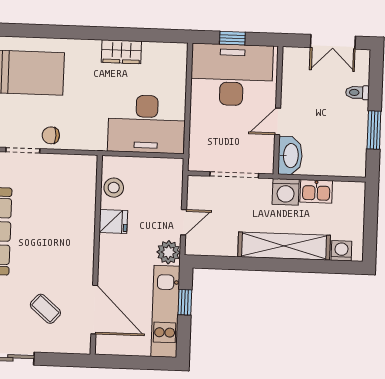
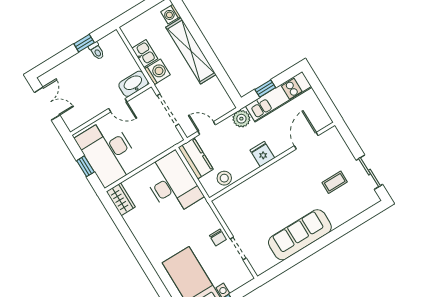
wardrobe: (121, 52) -> (121, 199), moved
toilet: (357, 93) -> (97, 51), moved
window: (374, 130) -> (84, 43), width x0.67
kitchen counter: (158, 170) -> (196, 158), added
fridge: (113, 221) -> (262, 154), moved
door: (184, 222) -> (207, 128), moved
coffee table: (45, 309) -> (335, 182), moved, turned 49
door: (94, 310) -> (306, 141), width x0.73

